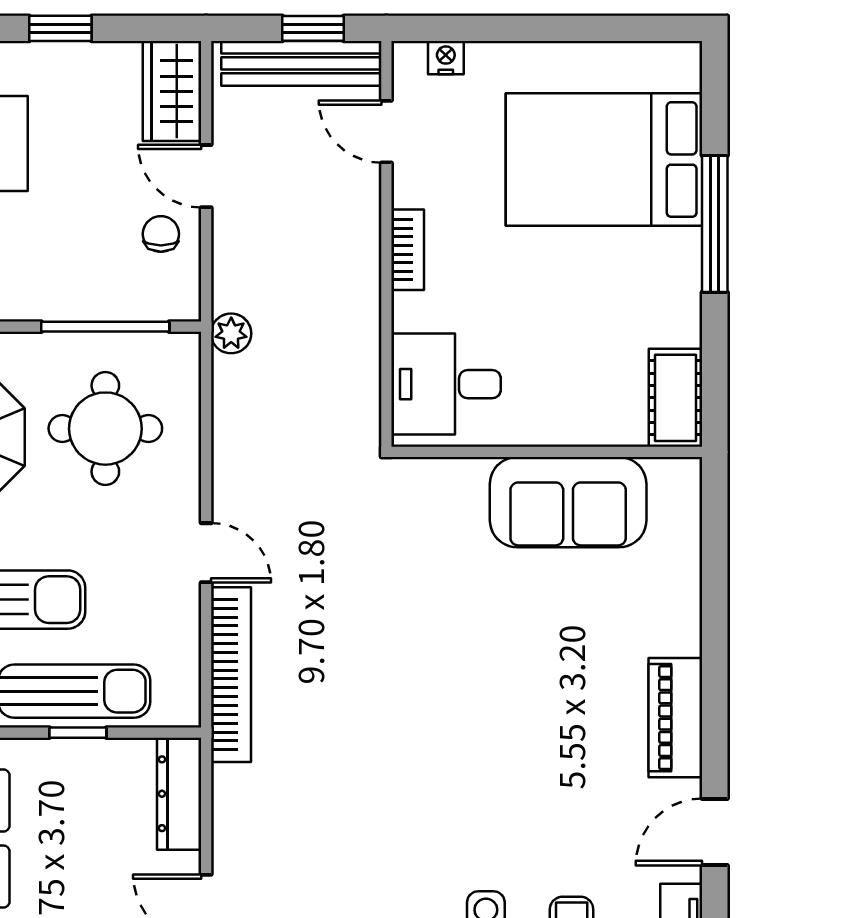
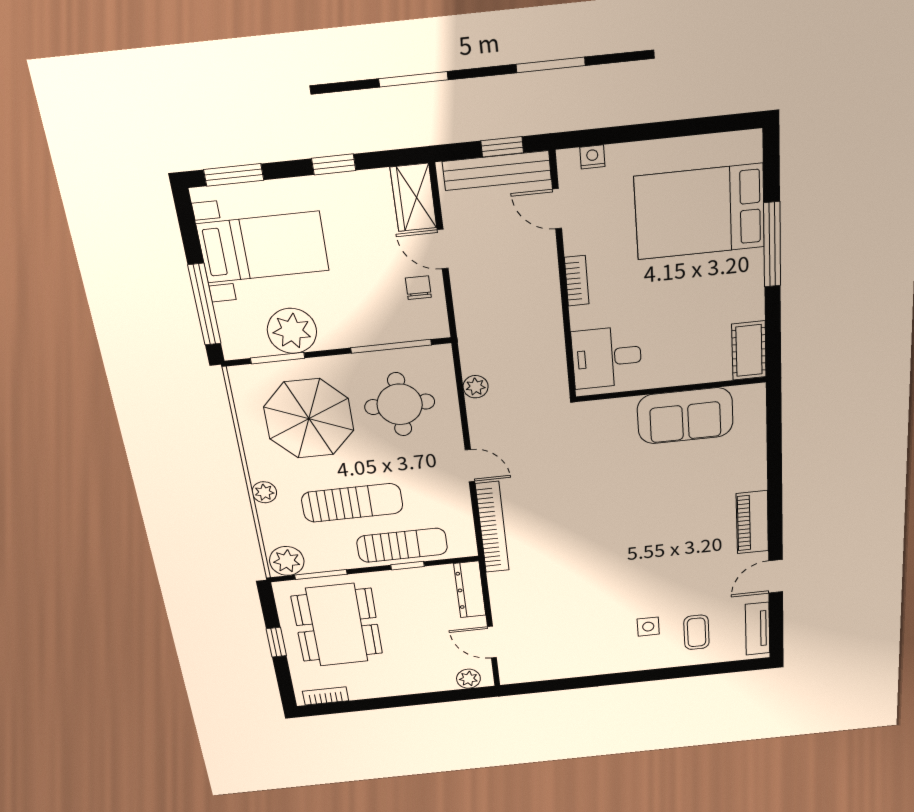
plant: (231, 333) -> (476, 387), moved

